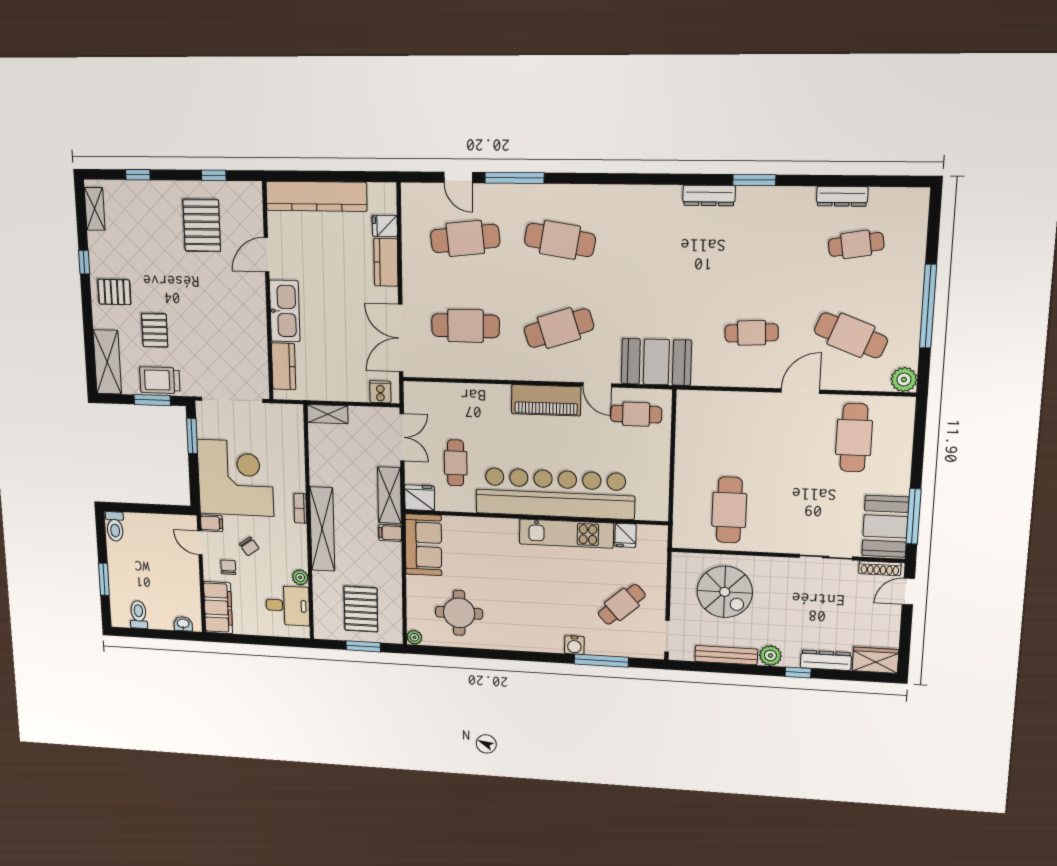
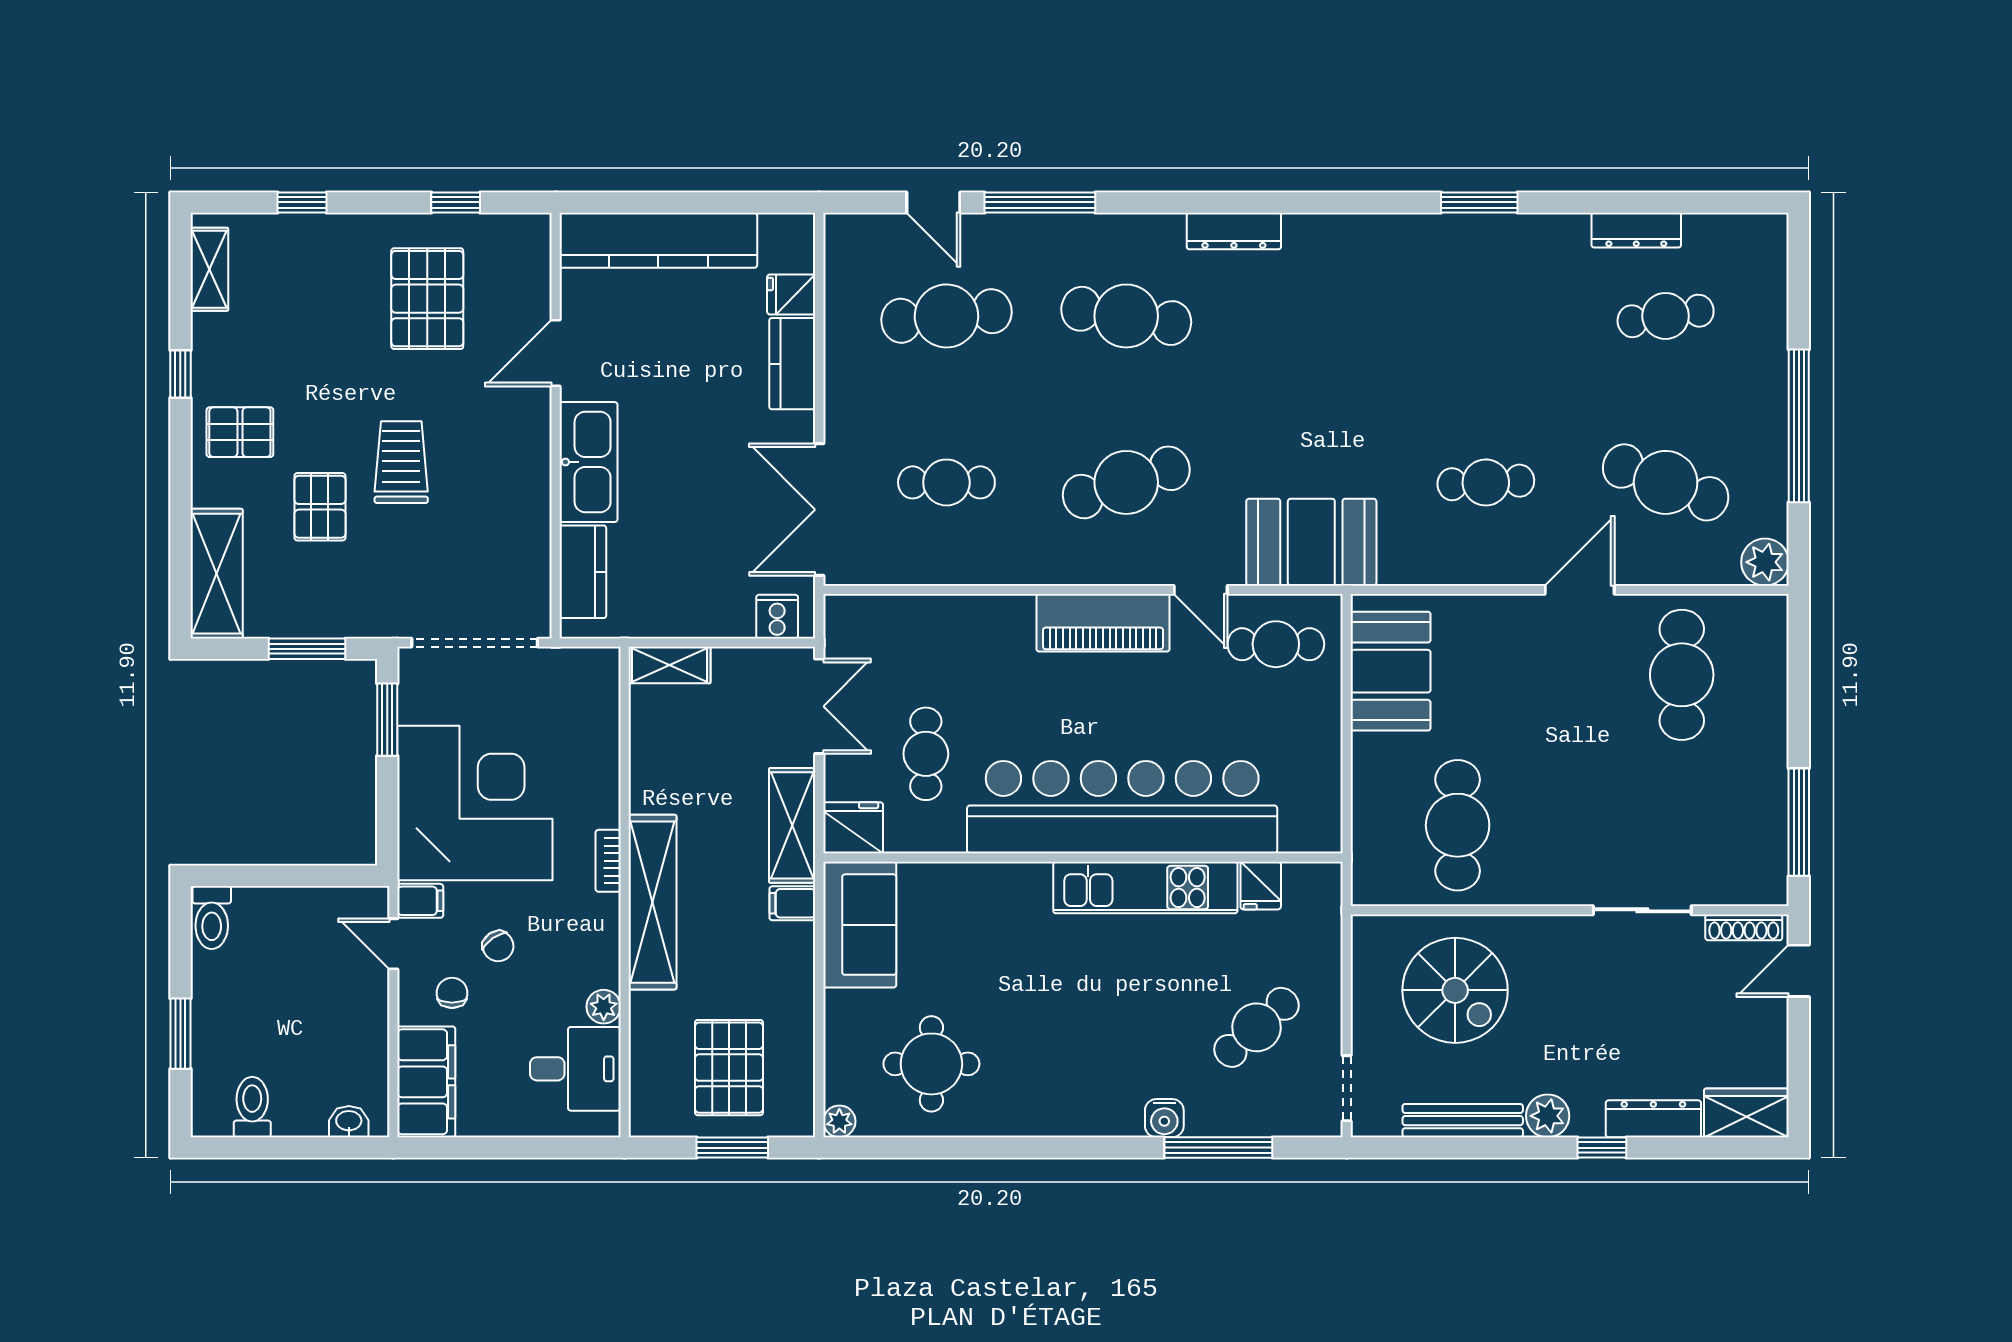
dresser: (709, 195) -> (1234, 231), moved
cafe table: (466, 326) -> (946, 482), width x0.73, depth x0.74
trolley: (160, 380) -> (401, 462), moved, turned 90
booth: (885, 526) -> (1391, 671), moved

